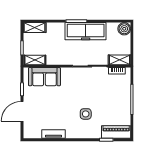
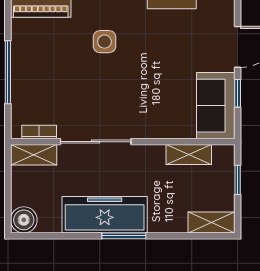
shelving: (35, 60) -> (189, 155), moved
sofa: (44, 77) -> (216, 106), moved, turned -90

